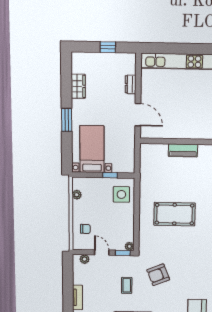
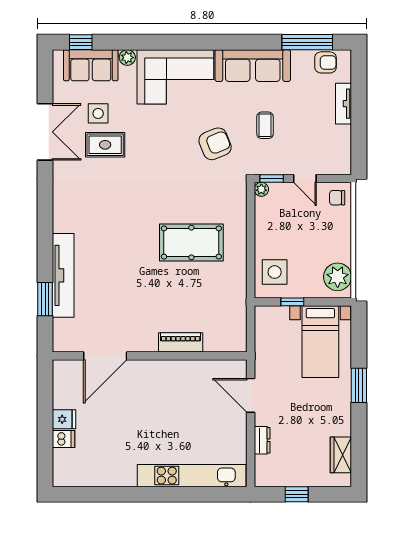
wardrobe: (78, 86) -> (341, 455), moved
plant: (77, 195) -> (338, 277), width x1.88, depth x1.88
chair: (85, 229) -> (337, 198), moved
plant: (85, 259) -> (332, 167), removed

